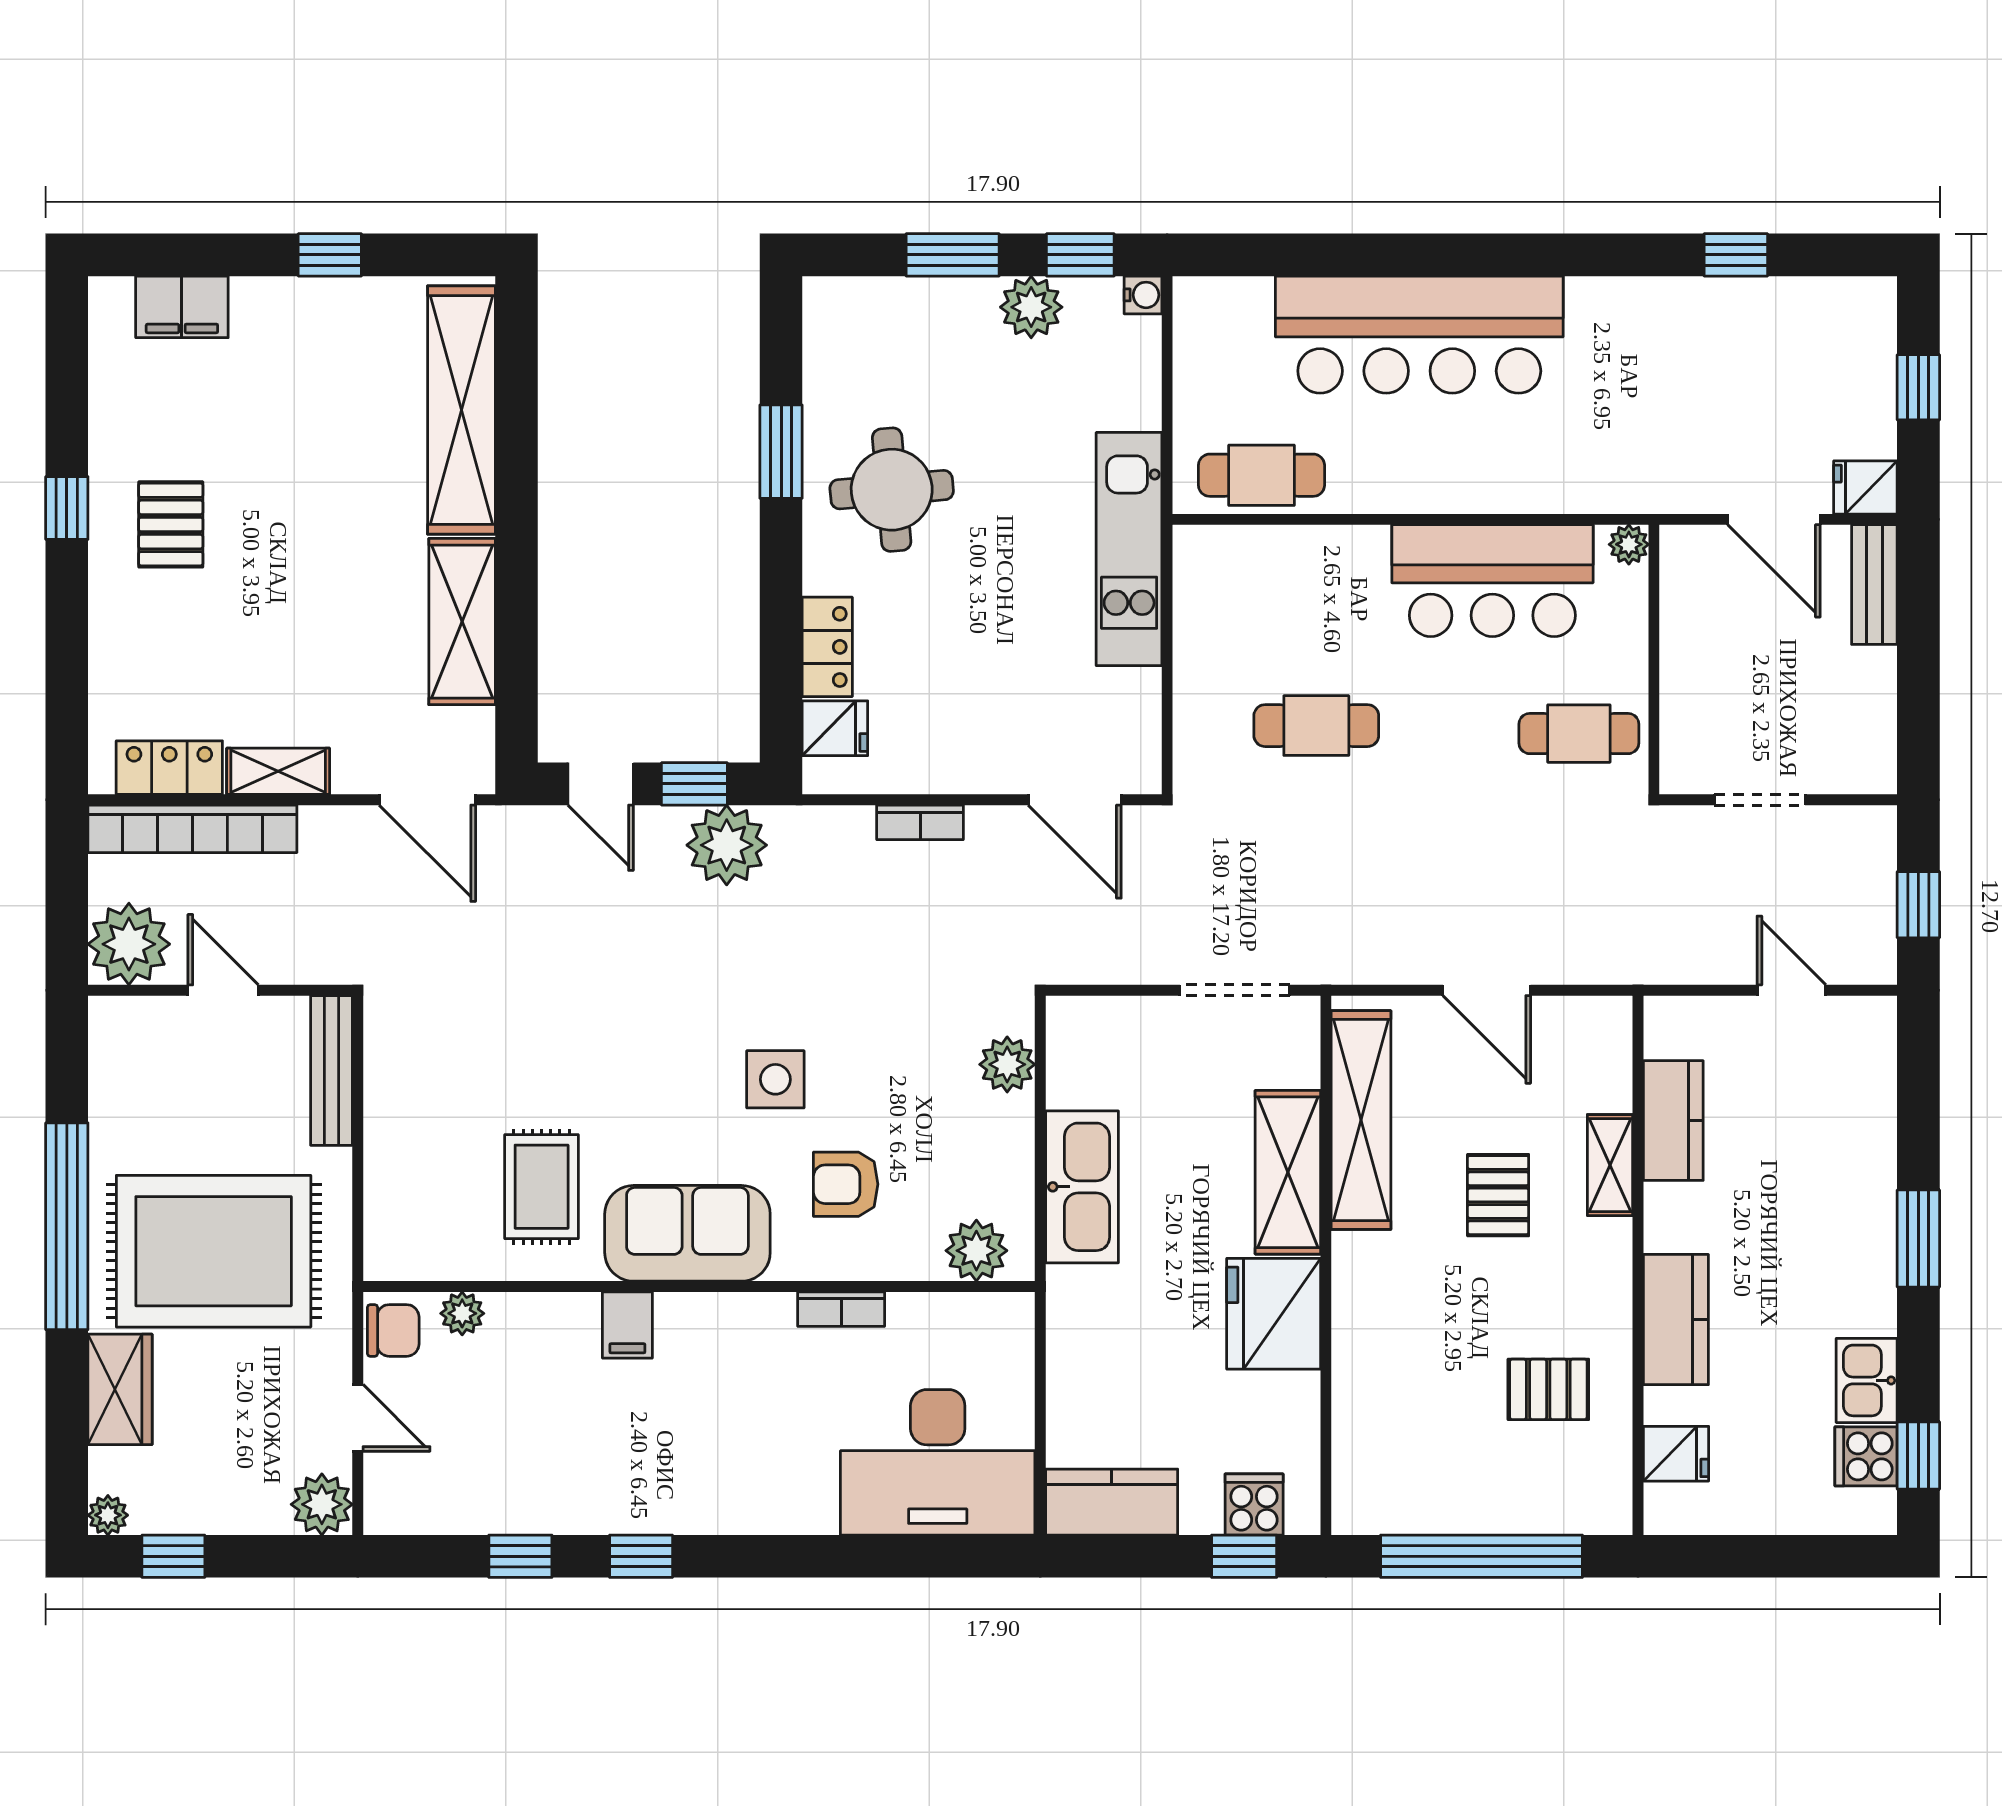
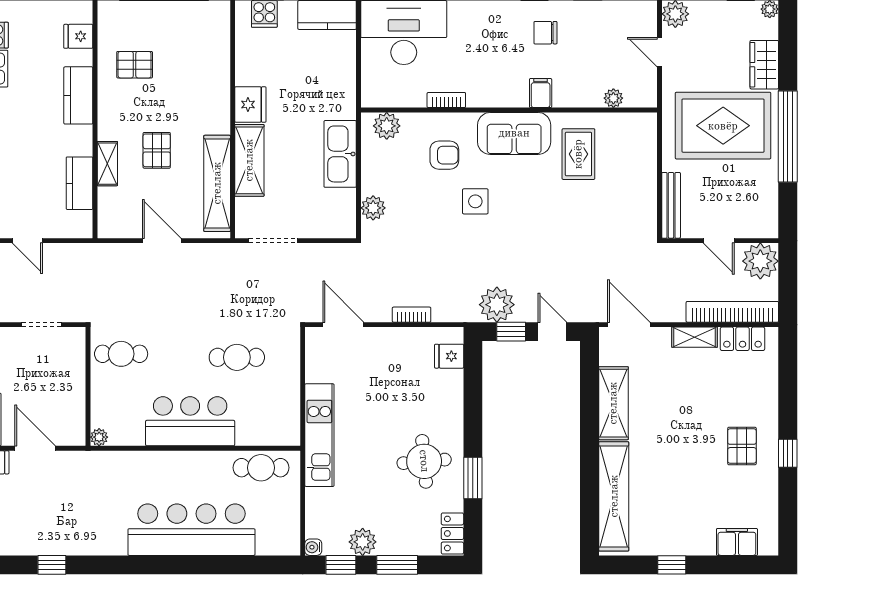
bar counter: (1492, 581) -> (190, 421), moved
locker: (827, 647) -> (452, 533), moved
fridge: (1274, 1314) -> (250, 105), width x0.73, depth x0.75
chair: (393, 1330) -> (545, 33), moved

